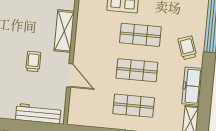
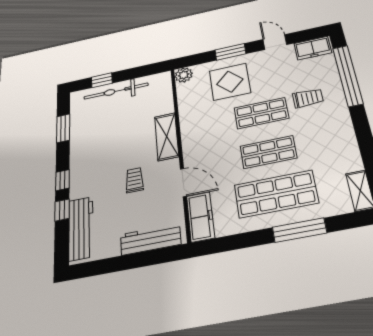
trolley: (187, 48) -> (308, 98), moved, turned 109
freezer: (192, 86) -> (200, 217), moved, turned 180
shop shelf: (134, 106) -> (276, 194), width x1.43, depth x1.36

